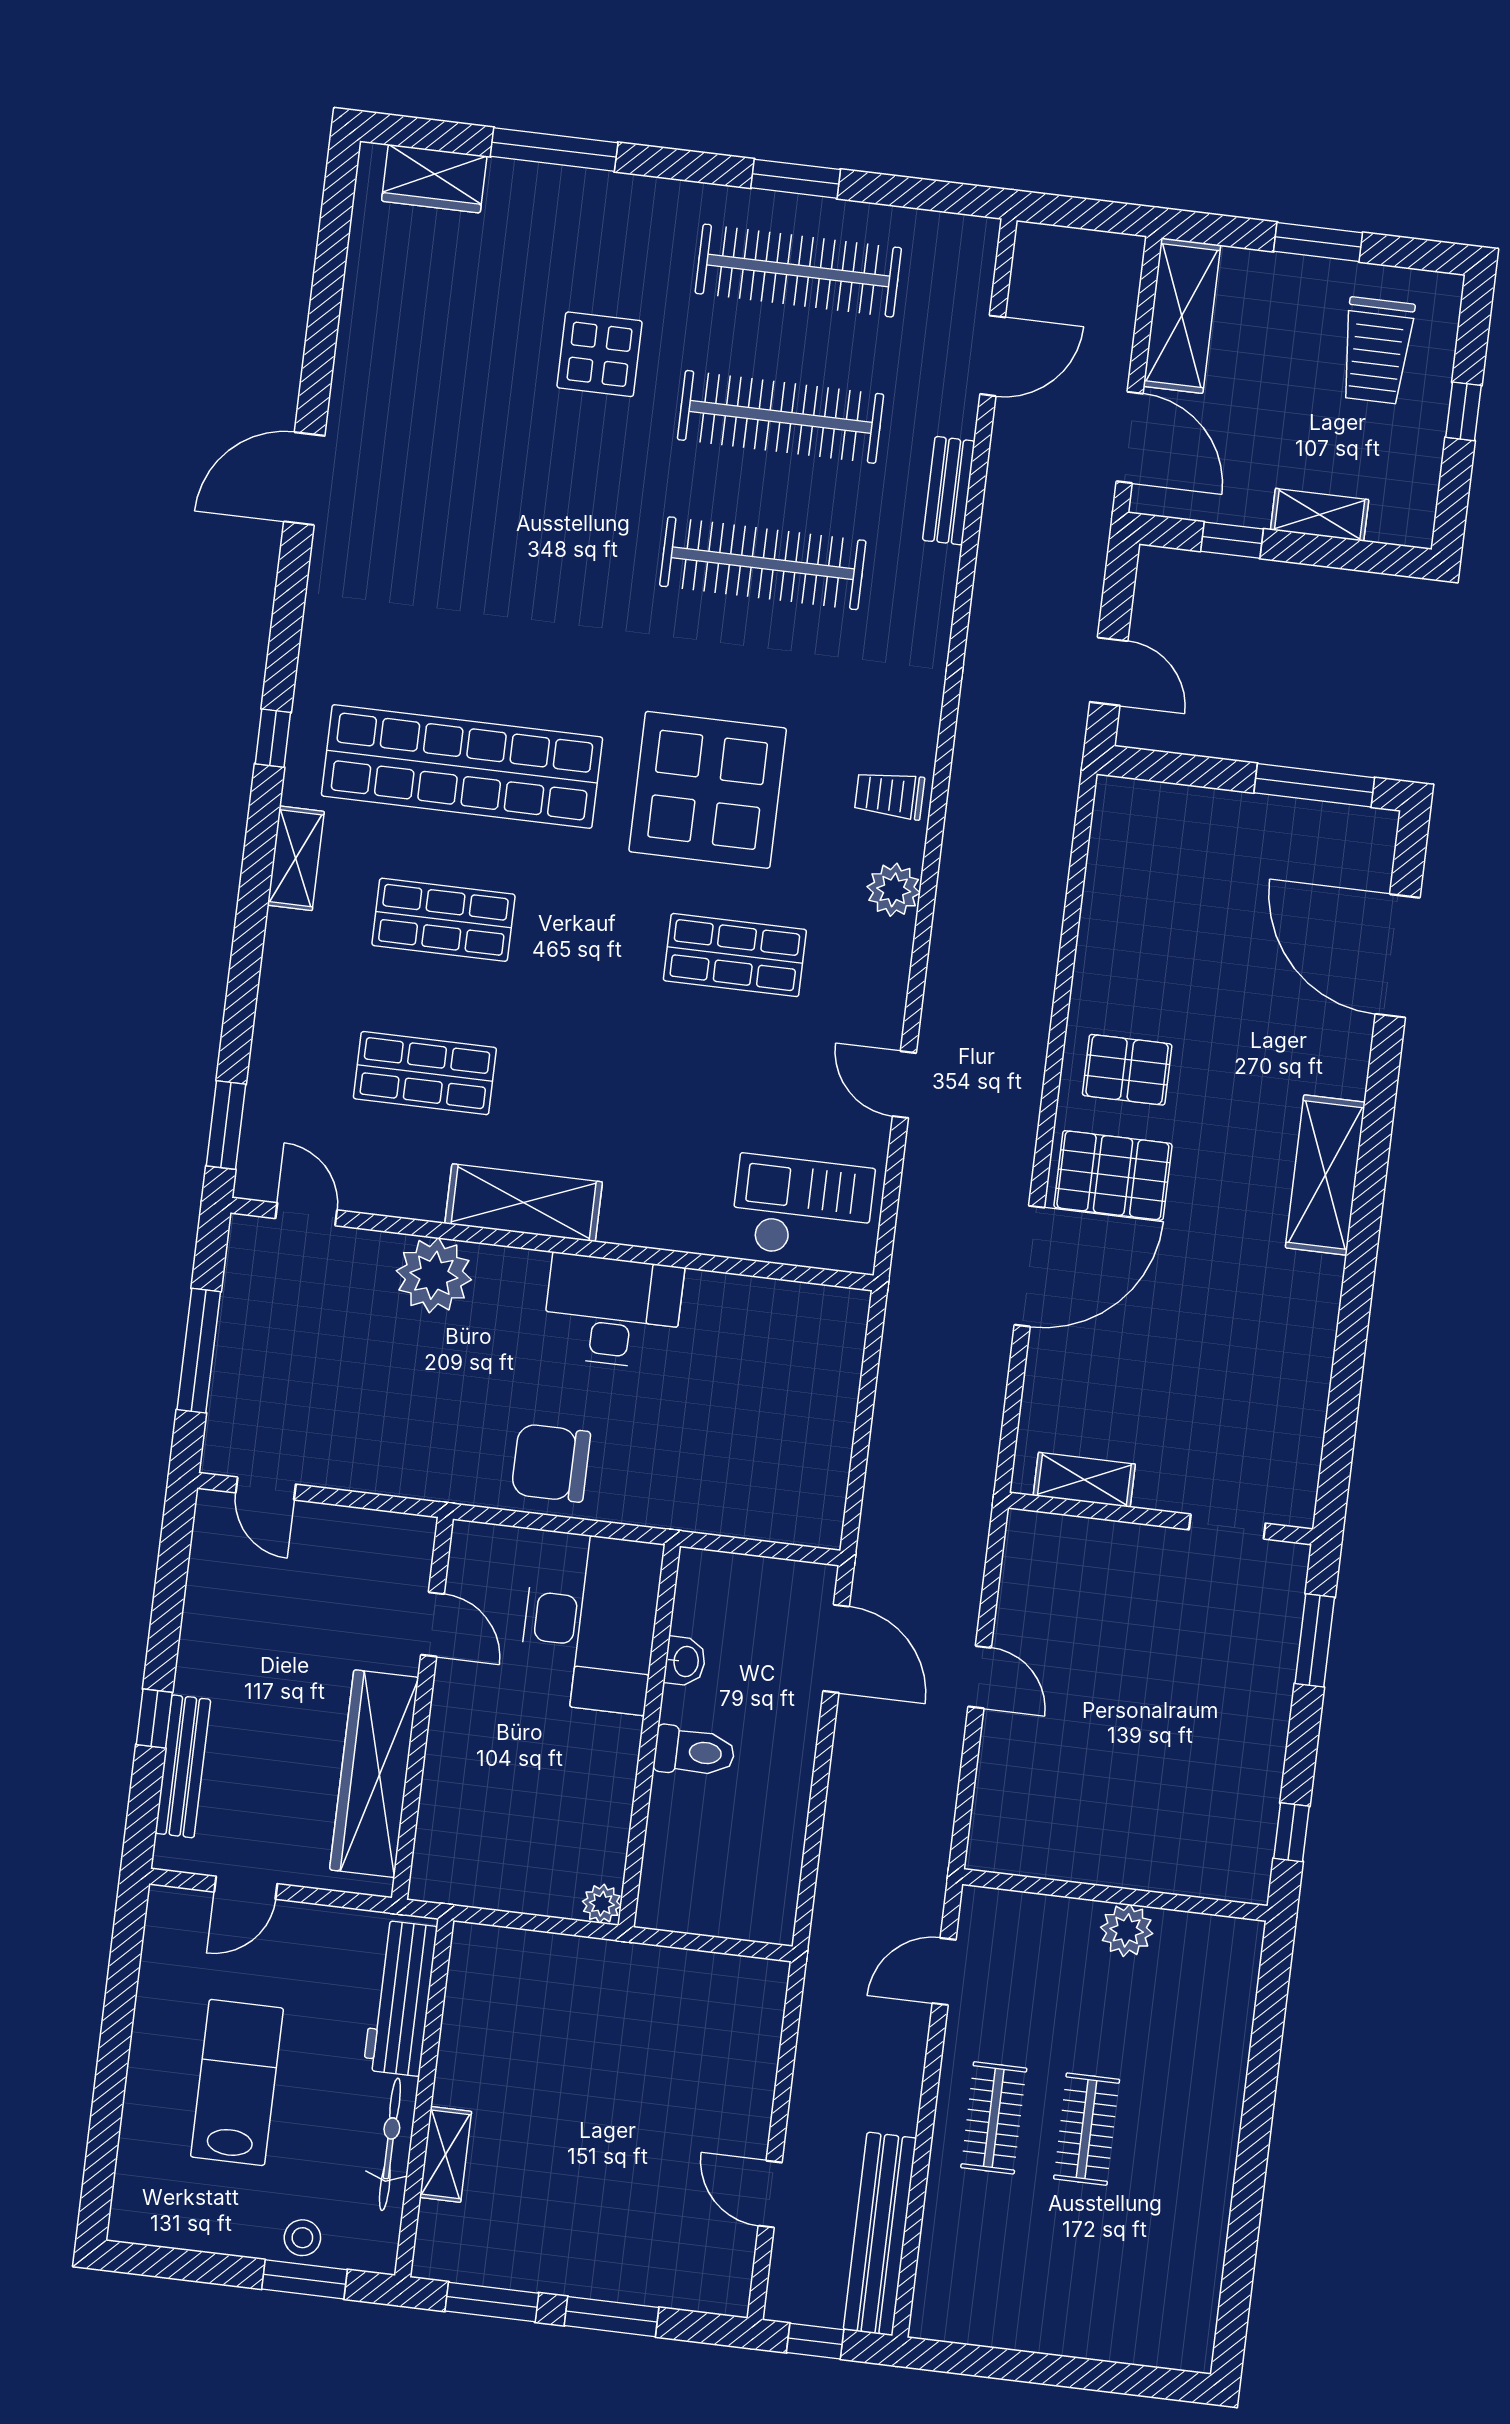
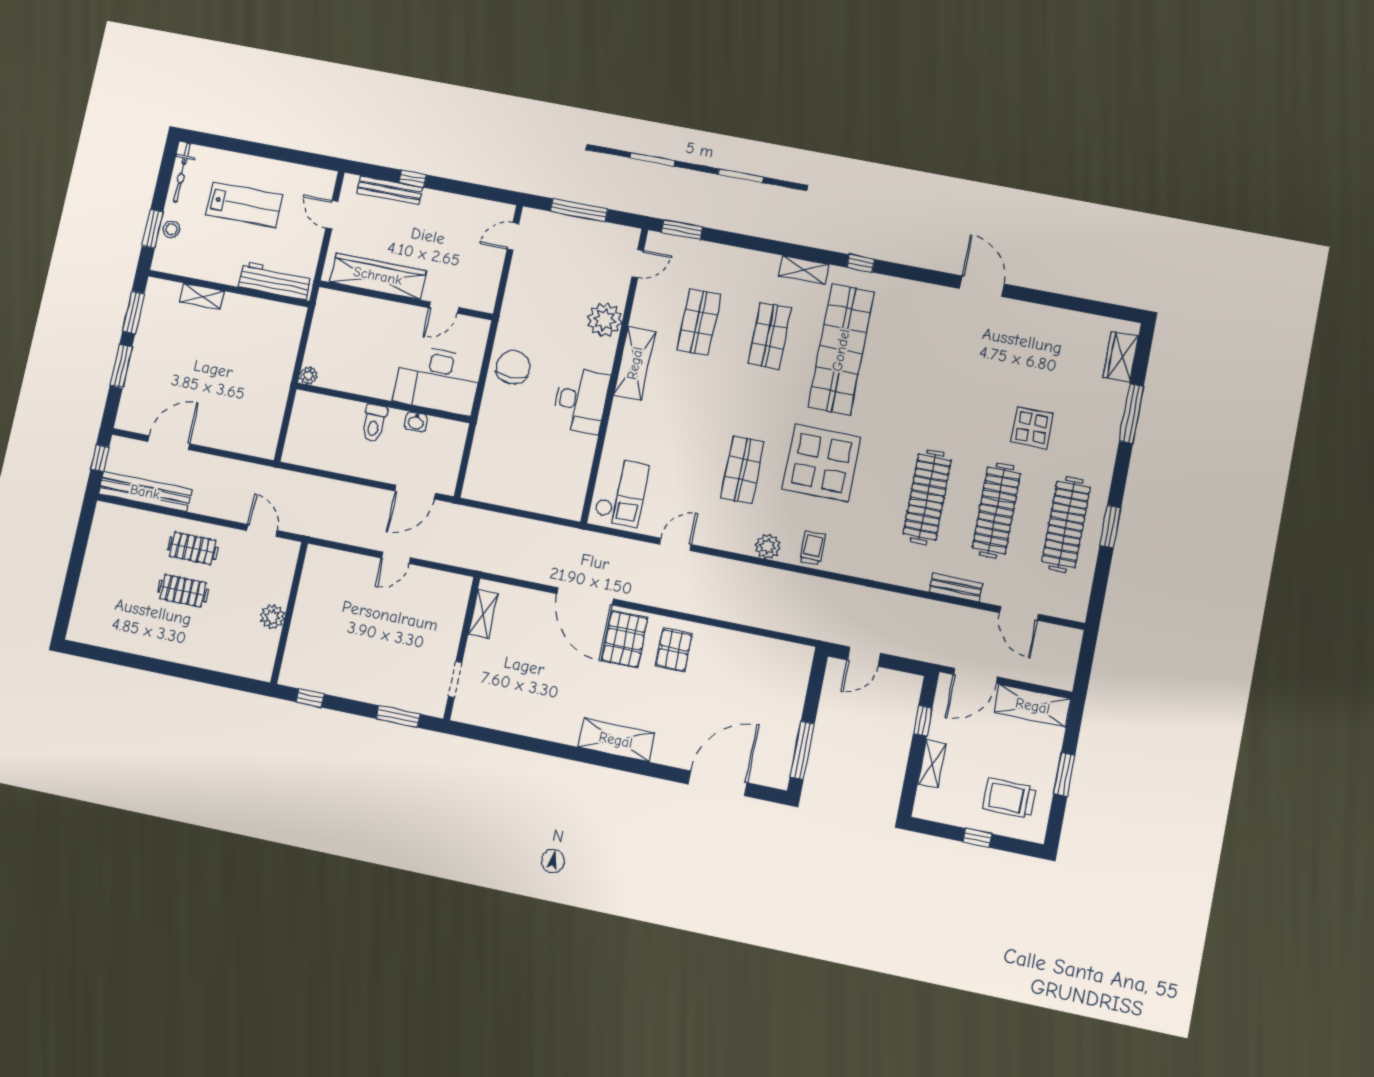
bicycle: (390, 2144) -> (182, 172), moved, turned 90
door: (770, 2194) -> (169, 443), width x1.38

